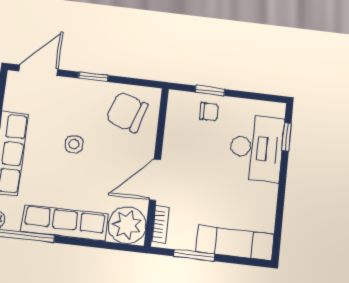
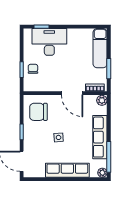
chair: (127, 112) -> (38, 112), turned 72
plant: (127, 225) -> (102, 100), width x0.53, depth x0.53

